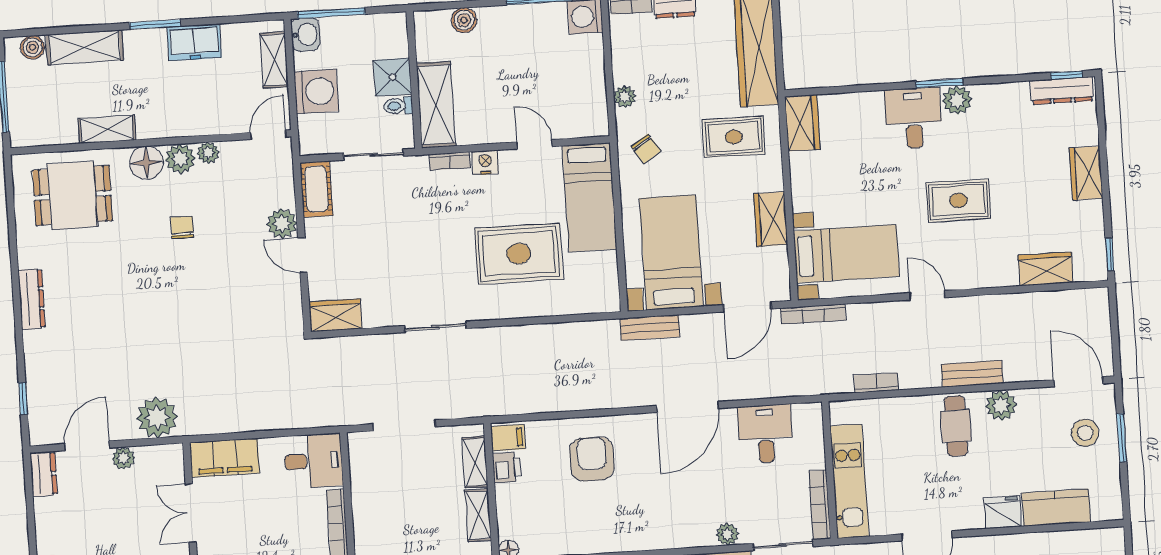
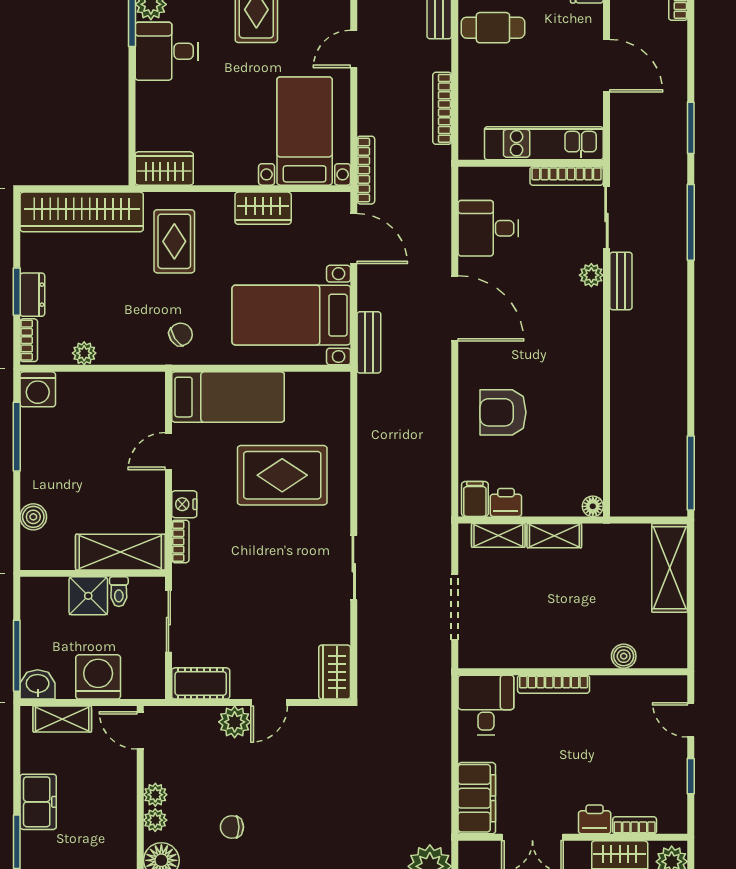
plant: (625, 97) -> (84, 353), moved
plant: (180, 159) -> (155, 820), width x0.73, depth x0.73
rug: (519, 254) -> (282, 475), turned 90
bookcase: (876, 383) -> (442, 108), width x1.56

